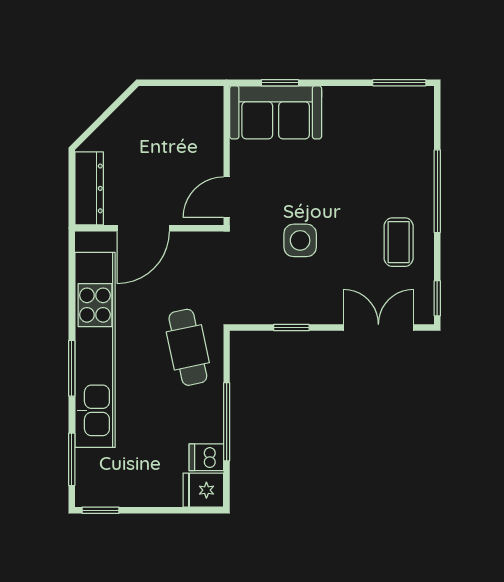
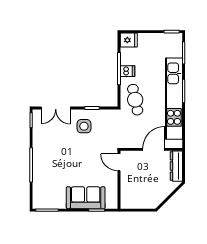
sofa: (276, 112) -> (86, 198), moved
door: (227, 197) -> (119, 162), swing flipped
side table: (300, 240) -> (84, 126), moved
coffee table: (399, 242) -> (47, 144), removed
dishwasher: (206, 457) -> (127, 71), moved

